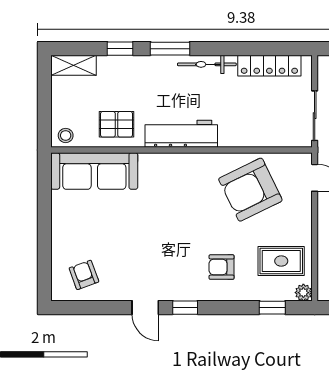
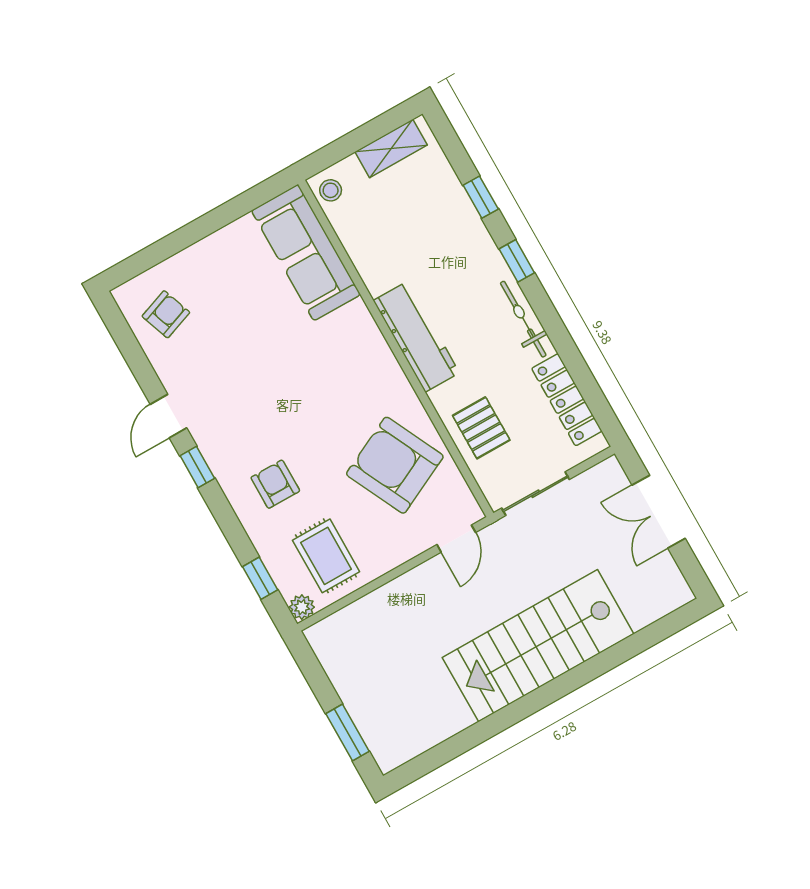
window: (170, 49) -> (517, 261), width x0.67
shelving: (74, 65) -> (391, 148), moved, turned 90
pallet: (116, 124) -> (481, 428), moved

